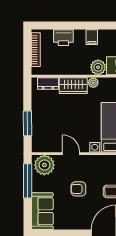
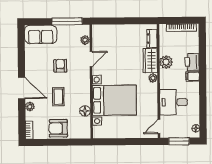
printer: (63, 38) -> (192, 62), moved
plant: (98, 67) -> (166, 62), moved
window: (28, 123) -> (117, 21), removed
plant: (44, 165) -> (85, 40), width x0.53, depth x0.53

